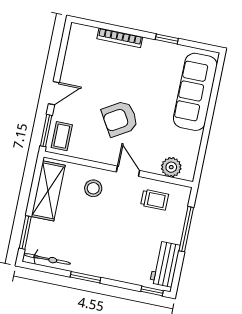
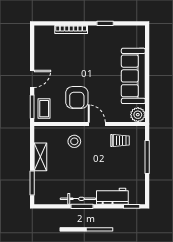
sofa: (195, 92) -> (133, 76), moved
armchair: (120, 119) -> (77, 97), moved, turned -59
plant: (171, 167) -> (138, 115), moved
shelving: (48, 191) -> (40, 157), width x0.67, depth x0.75
bicycle: (47, 259) -> (78, 199), moved
workbench: (165, 264) -> (112, 196), moved, turned 90

